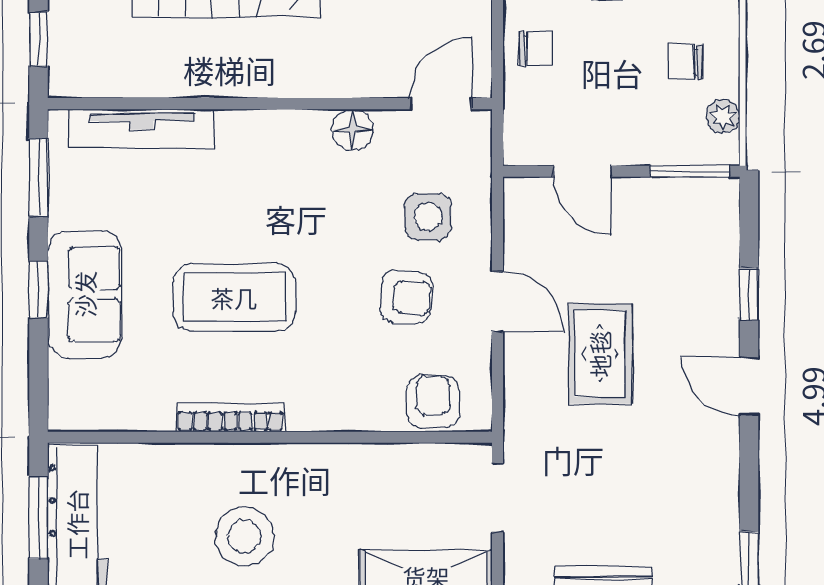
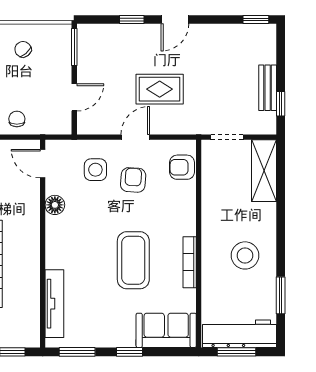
chair: (685, 62) -> (23, 49), turned 139
plant: (723, 116) -> (48, 32), removed
sofa: (85, 294) -> (166, 330), moved

